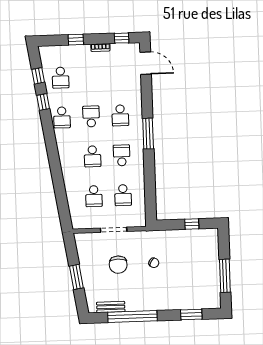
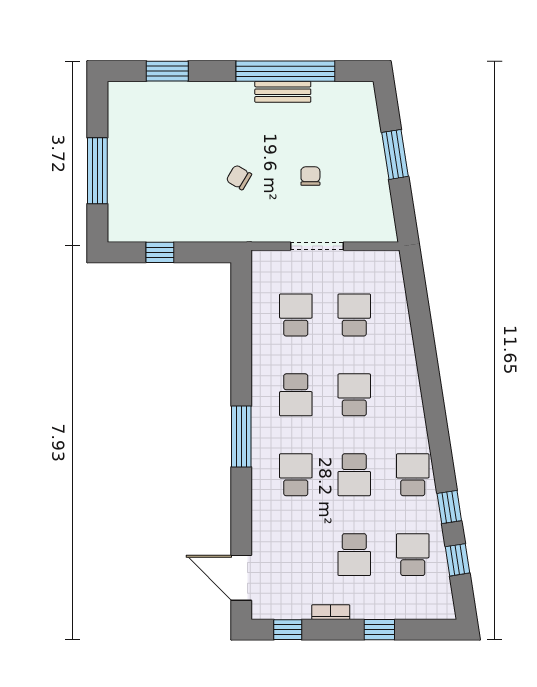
school desk: (90, 77) -> (354, 555), added
chair: (118, 265) -> (310, 176), width x0.54, depth x0.54
window: (225, 276) -> (97, 171), moved
bench: (111, 307) -> (283, 92), moved

